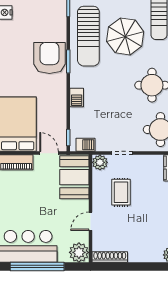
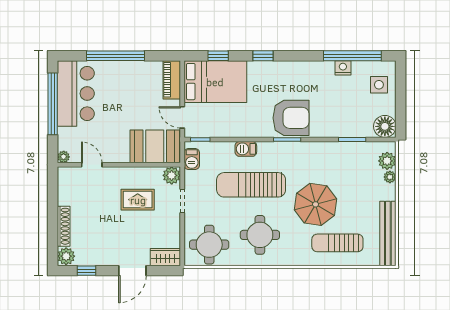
sun lounger: (88, 36) -> (251, 185), moved
door: (49, 153) -> (182, 117), swing flipped
door: (91, 221) -> (92, 165), moved
plant: (79, 252) -> (64, 157), width x0.53, depth x0.53
shoe rack: (110, 257) -> (64, 226), moved

